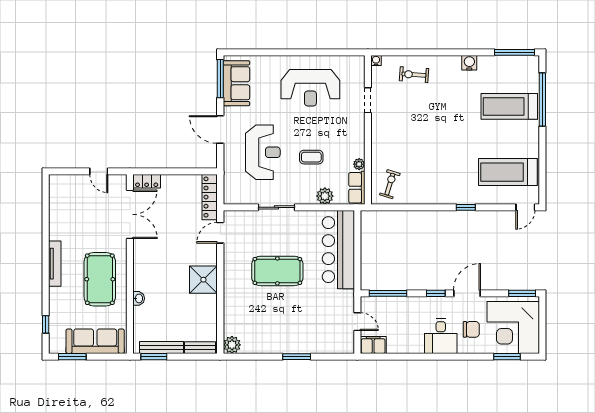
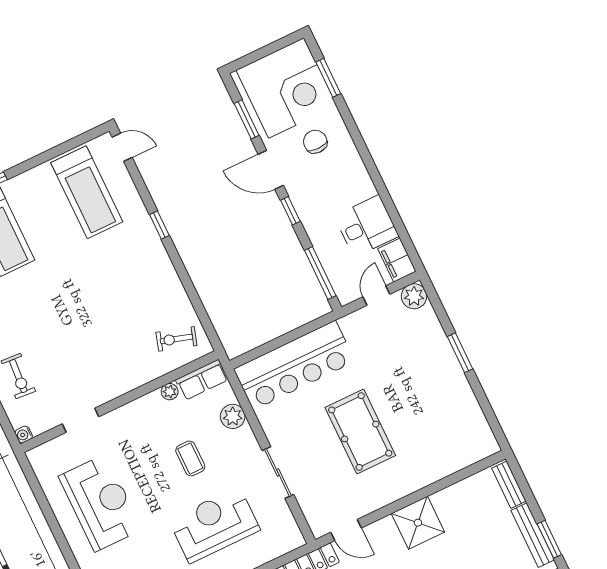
window: (522, 293) -> (247, 119), moved
desk: (441, 336) -> (367, 226), moved
plant: (232, 345) -> (414, 296), moved

